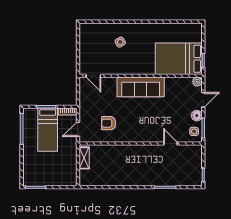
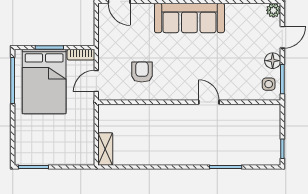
armchair: (109, 123) -> (142, 72), turned 90
bed: (48, 130) -> (44, 81), width x1.50
door: (171, 144) -> (209, 102), moved
shelving: (84, 158) -> (105, 149), moved

